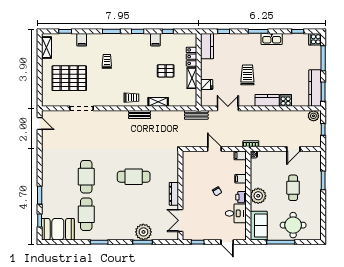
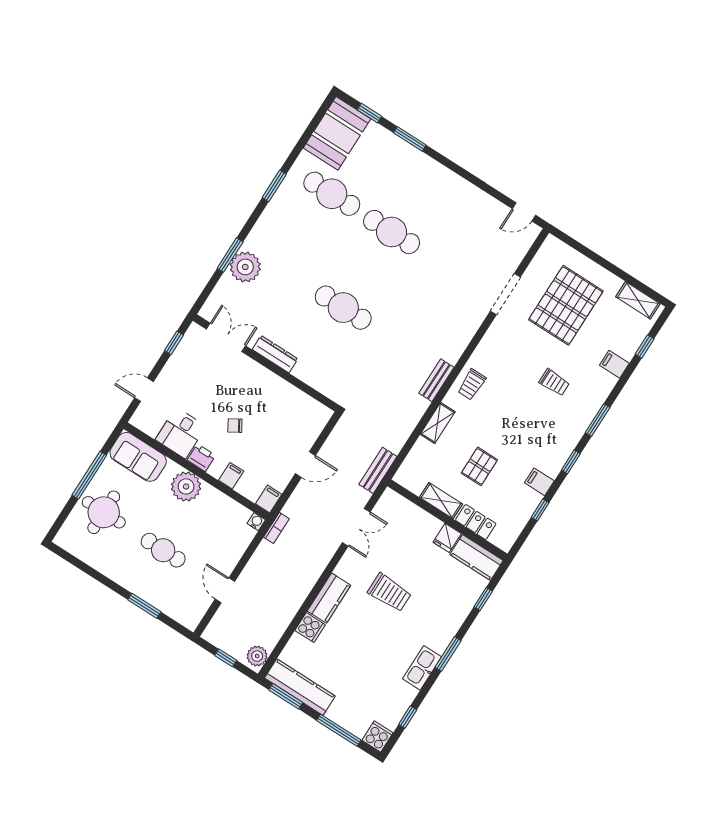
fridge: (207, 84) -> (447, 538), moved
cafe table: (134, 177) -> (343, 308), turned 90

